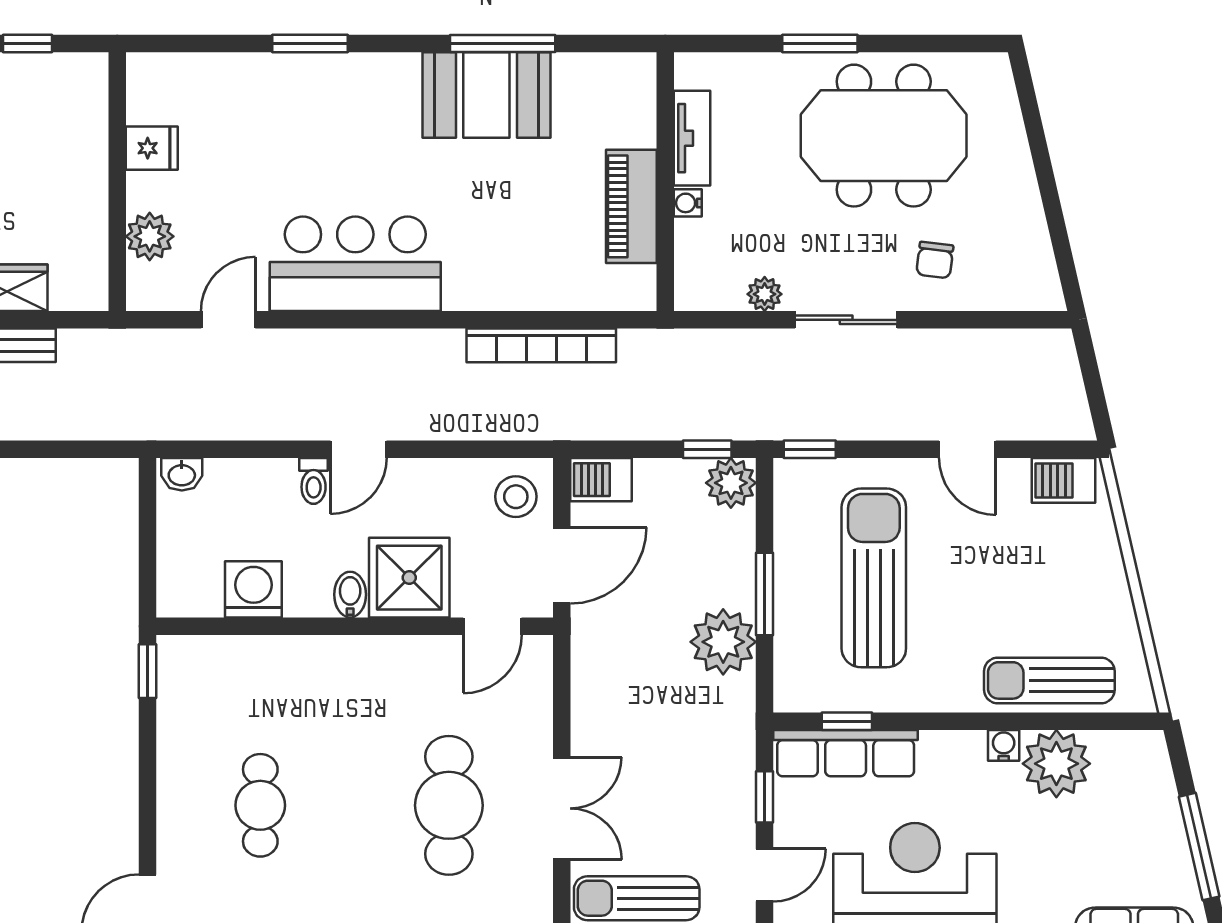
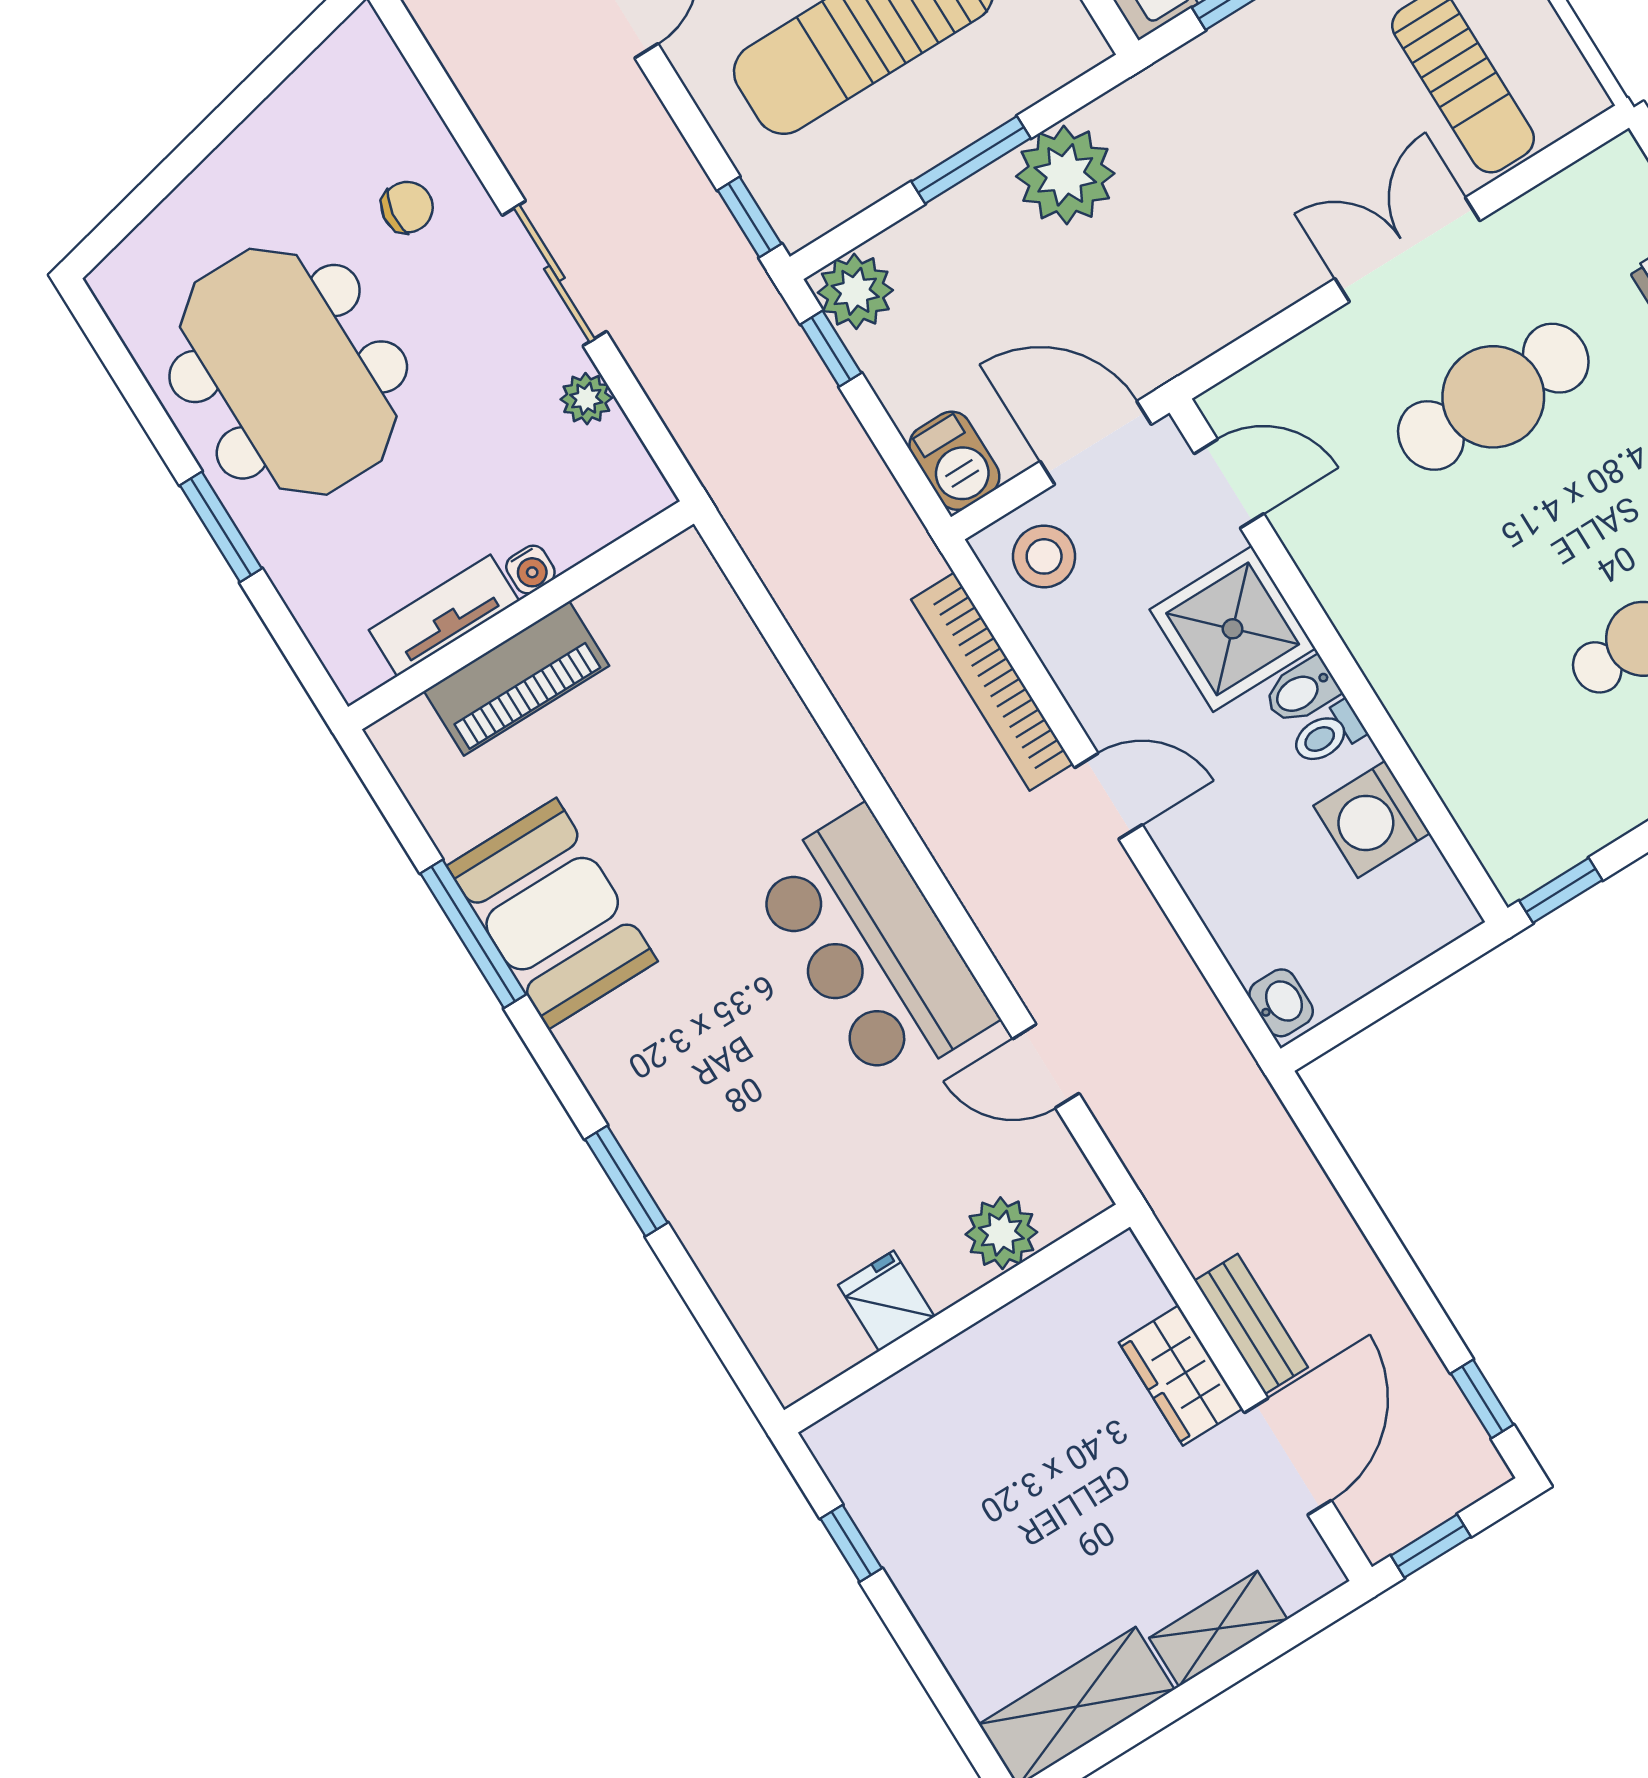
piano: (631, 206) -> (517, 678), moved
bookcase: (541, 345) -> (992, 682), moved, turned 180
toilet: (314, 481) -> (1328, 734), moved, turned 180

